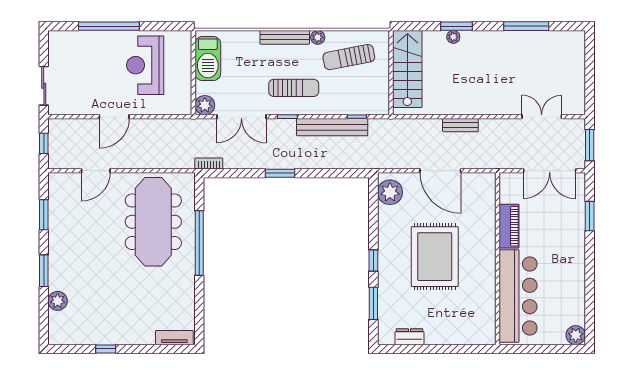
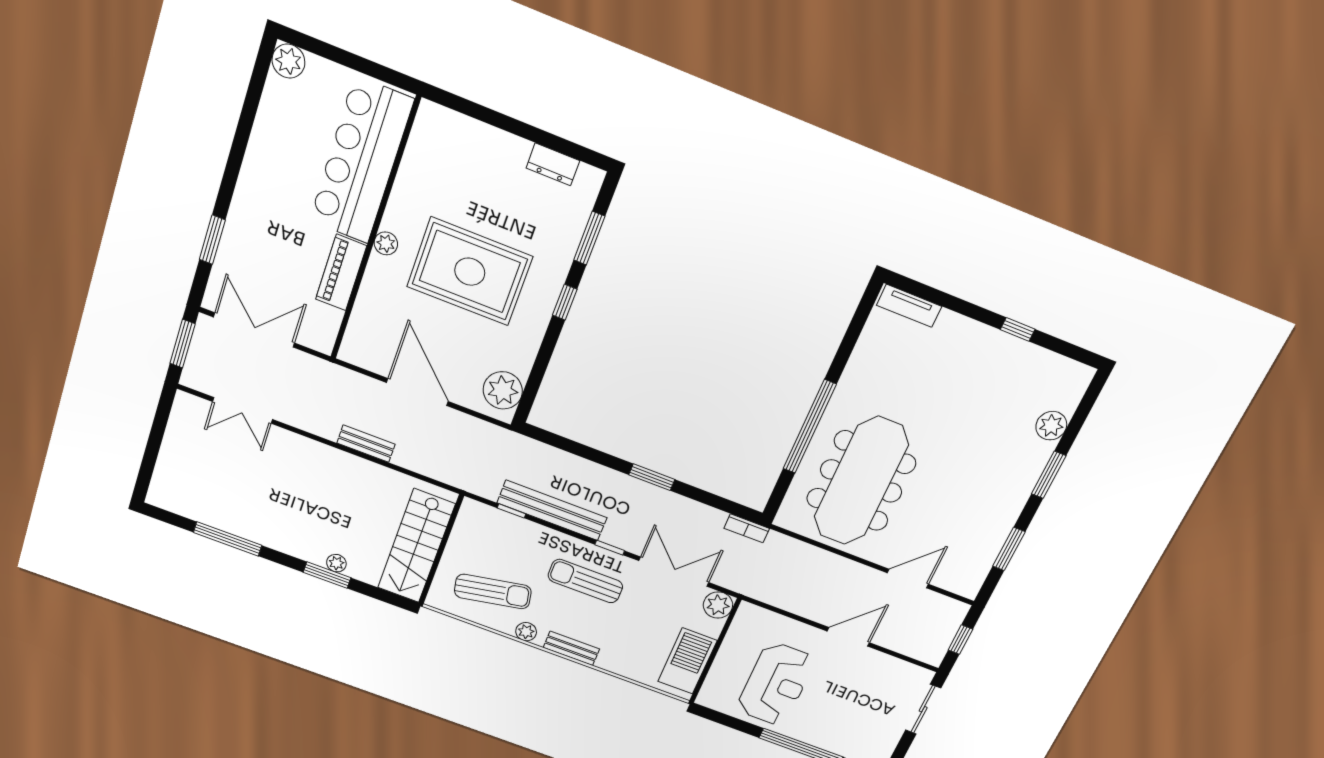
bench: (285, 37) -> (571, 648), width x0.73
plant: (489, 254) -> (386, 243), added
rug: (435, 257) -> (470, 272), turned 90

